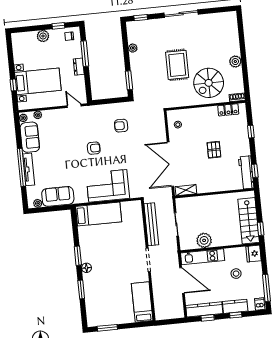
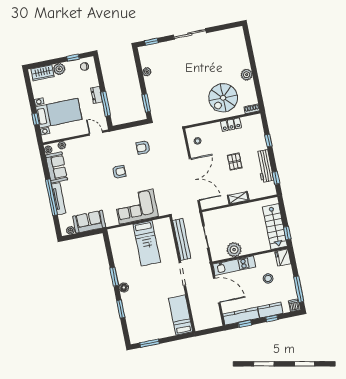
wardrobe: (25, 38) -> (42, 73), added
window: (85, 54) -> (106, 104), moved
rug: (177, 65) -> (191, 84), removed
locker: (228, 110) -> (231, 125), moved
double door: (170, 164) -> (194, 180), swing flipped
workbench: (246, 172) -> (265, 166), moved
shelving: (186, 190) -> (238, 198), moved
bed: (99, 214) -> (147, 243), moved, turned 90

